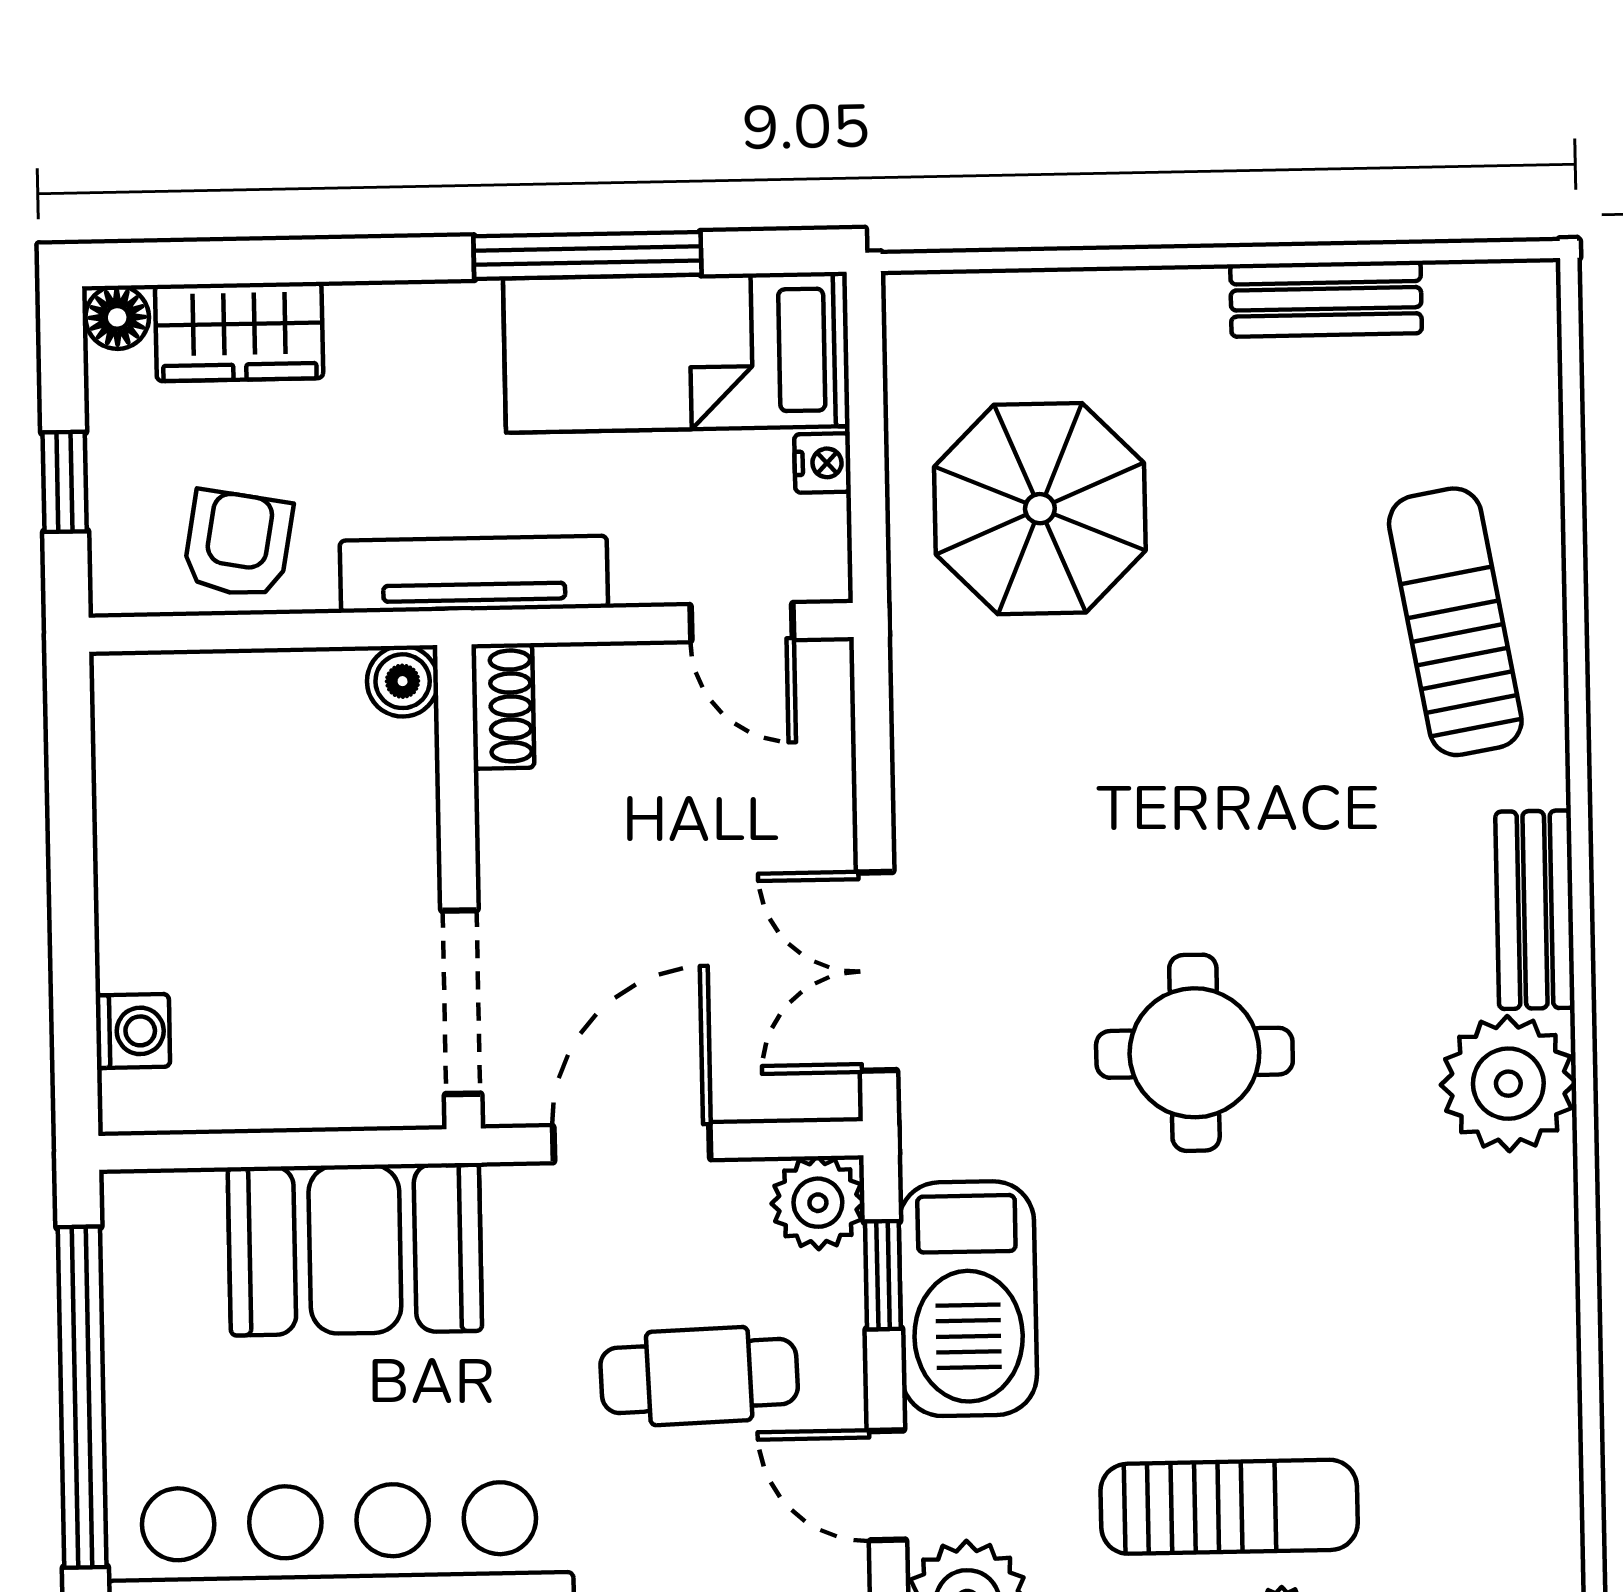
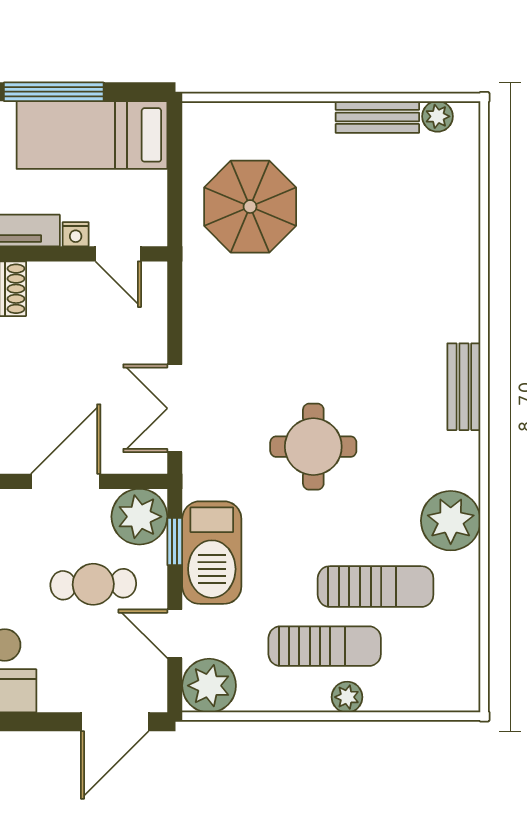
plant: (1463, 295) -> (437, 116), added
nightstand: (823, 463) -> (76, 234), moved, turned 90
sun lounger: (1455, 622) -> (376, 587), moved, turned 100
plant: (1508, 1084) -> (451, 521), moved
plant: (818, 1203) -> (139, 517), width x1.36, depth x1.36

